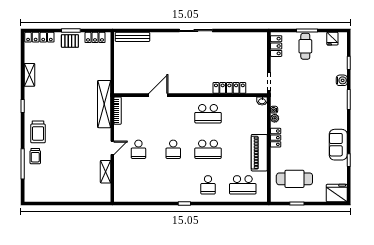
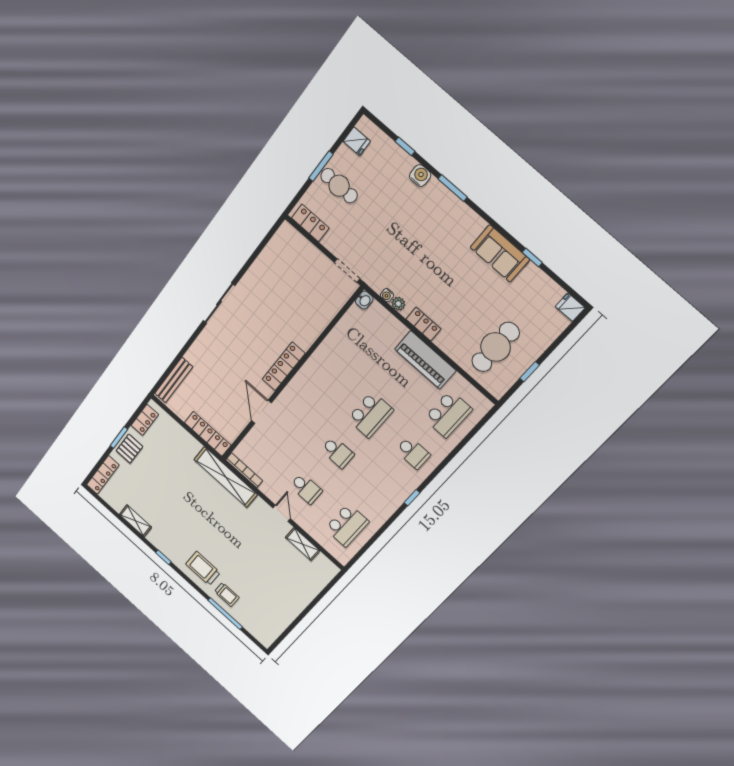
locker: (120, 77) -> (208, 434), added
locker: (229, 88) -> (284, 366), moved
school desk: (208, 114) -> (347, 525), moved
trolley: (38, 132) -> (203, 568), turned 180
fridge: (337, 193) -> (570, 307), width x0.53, depth x0.75

